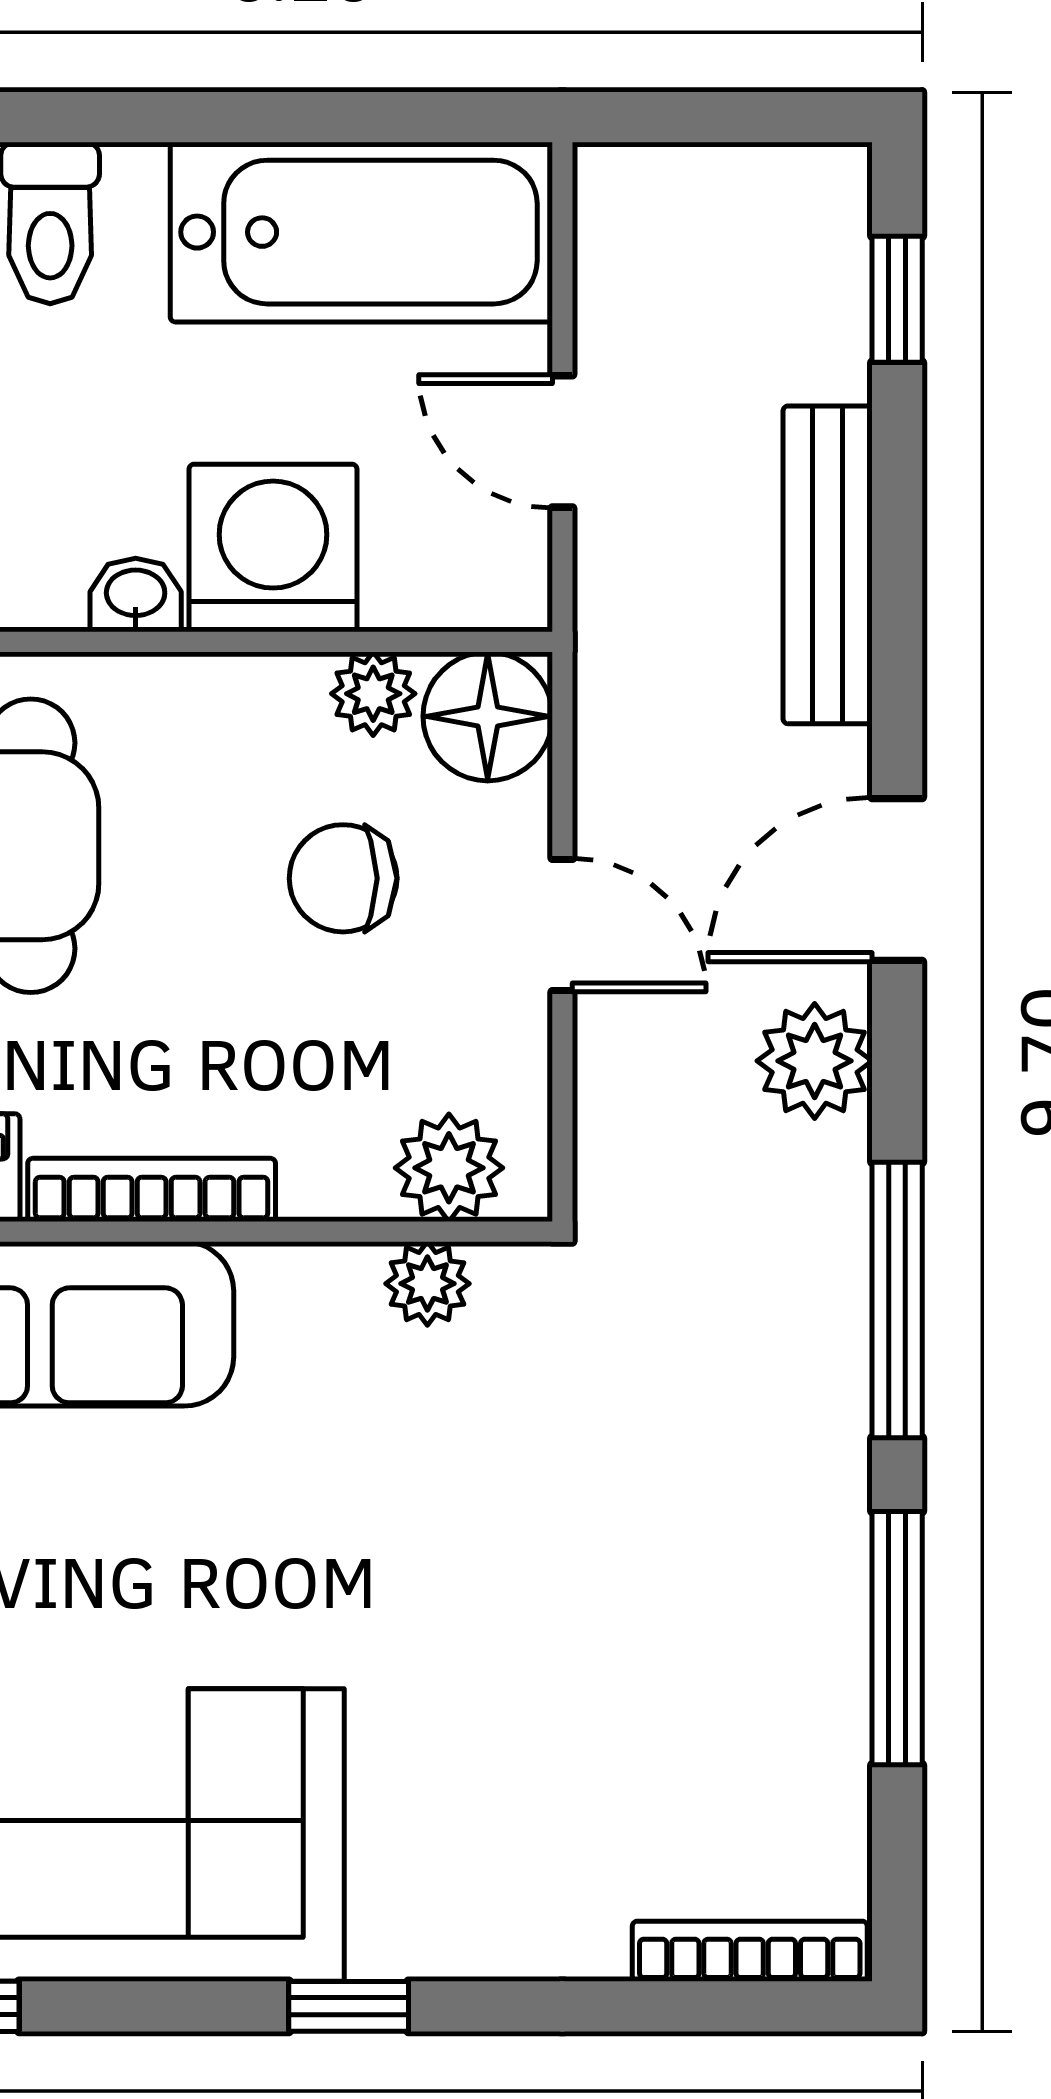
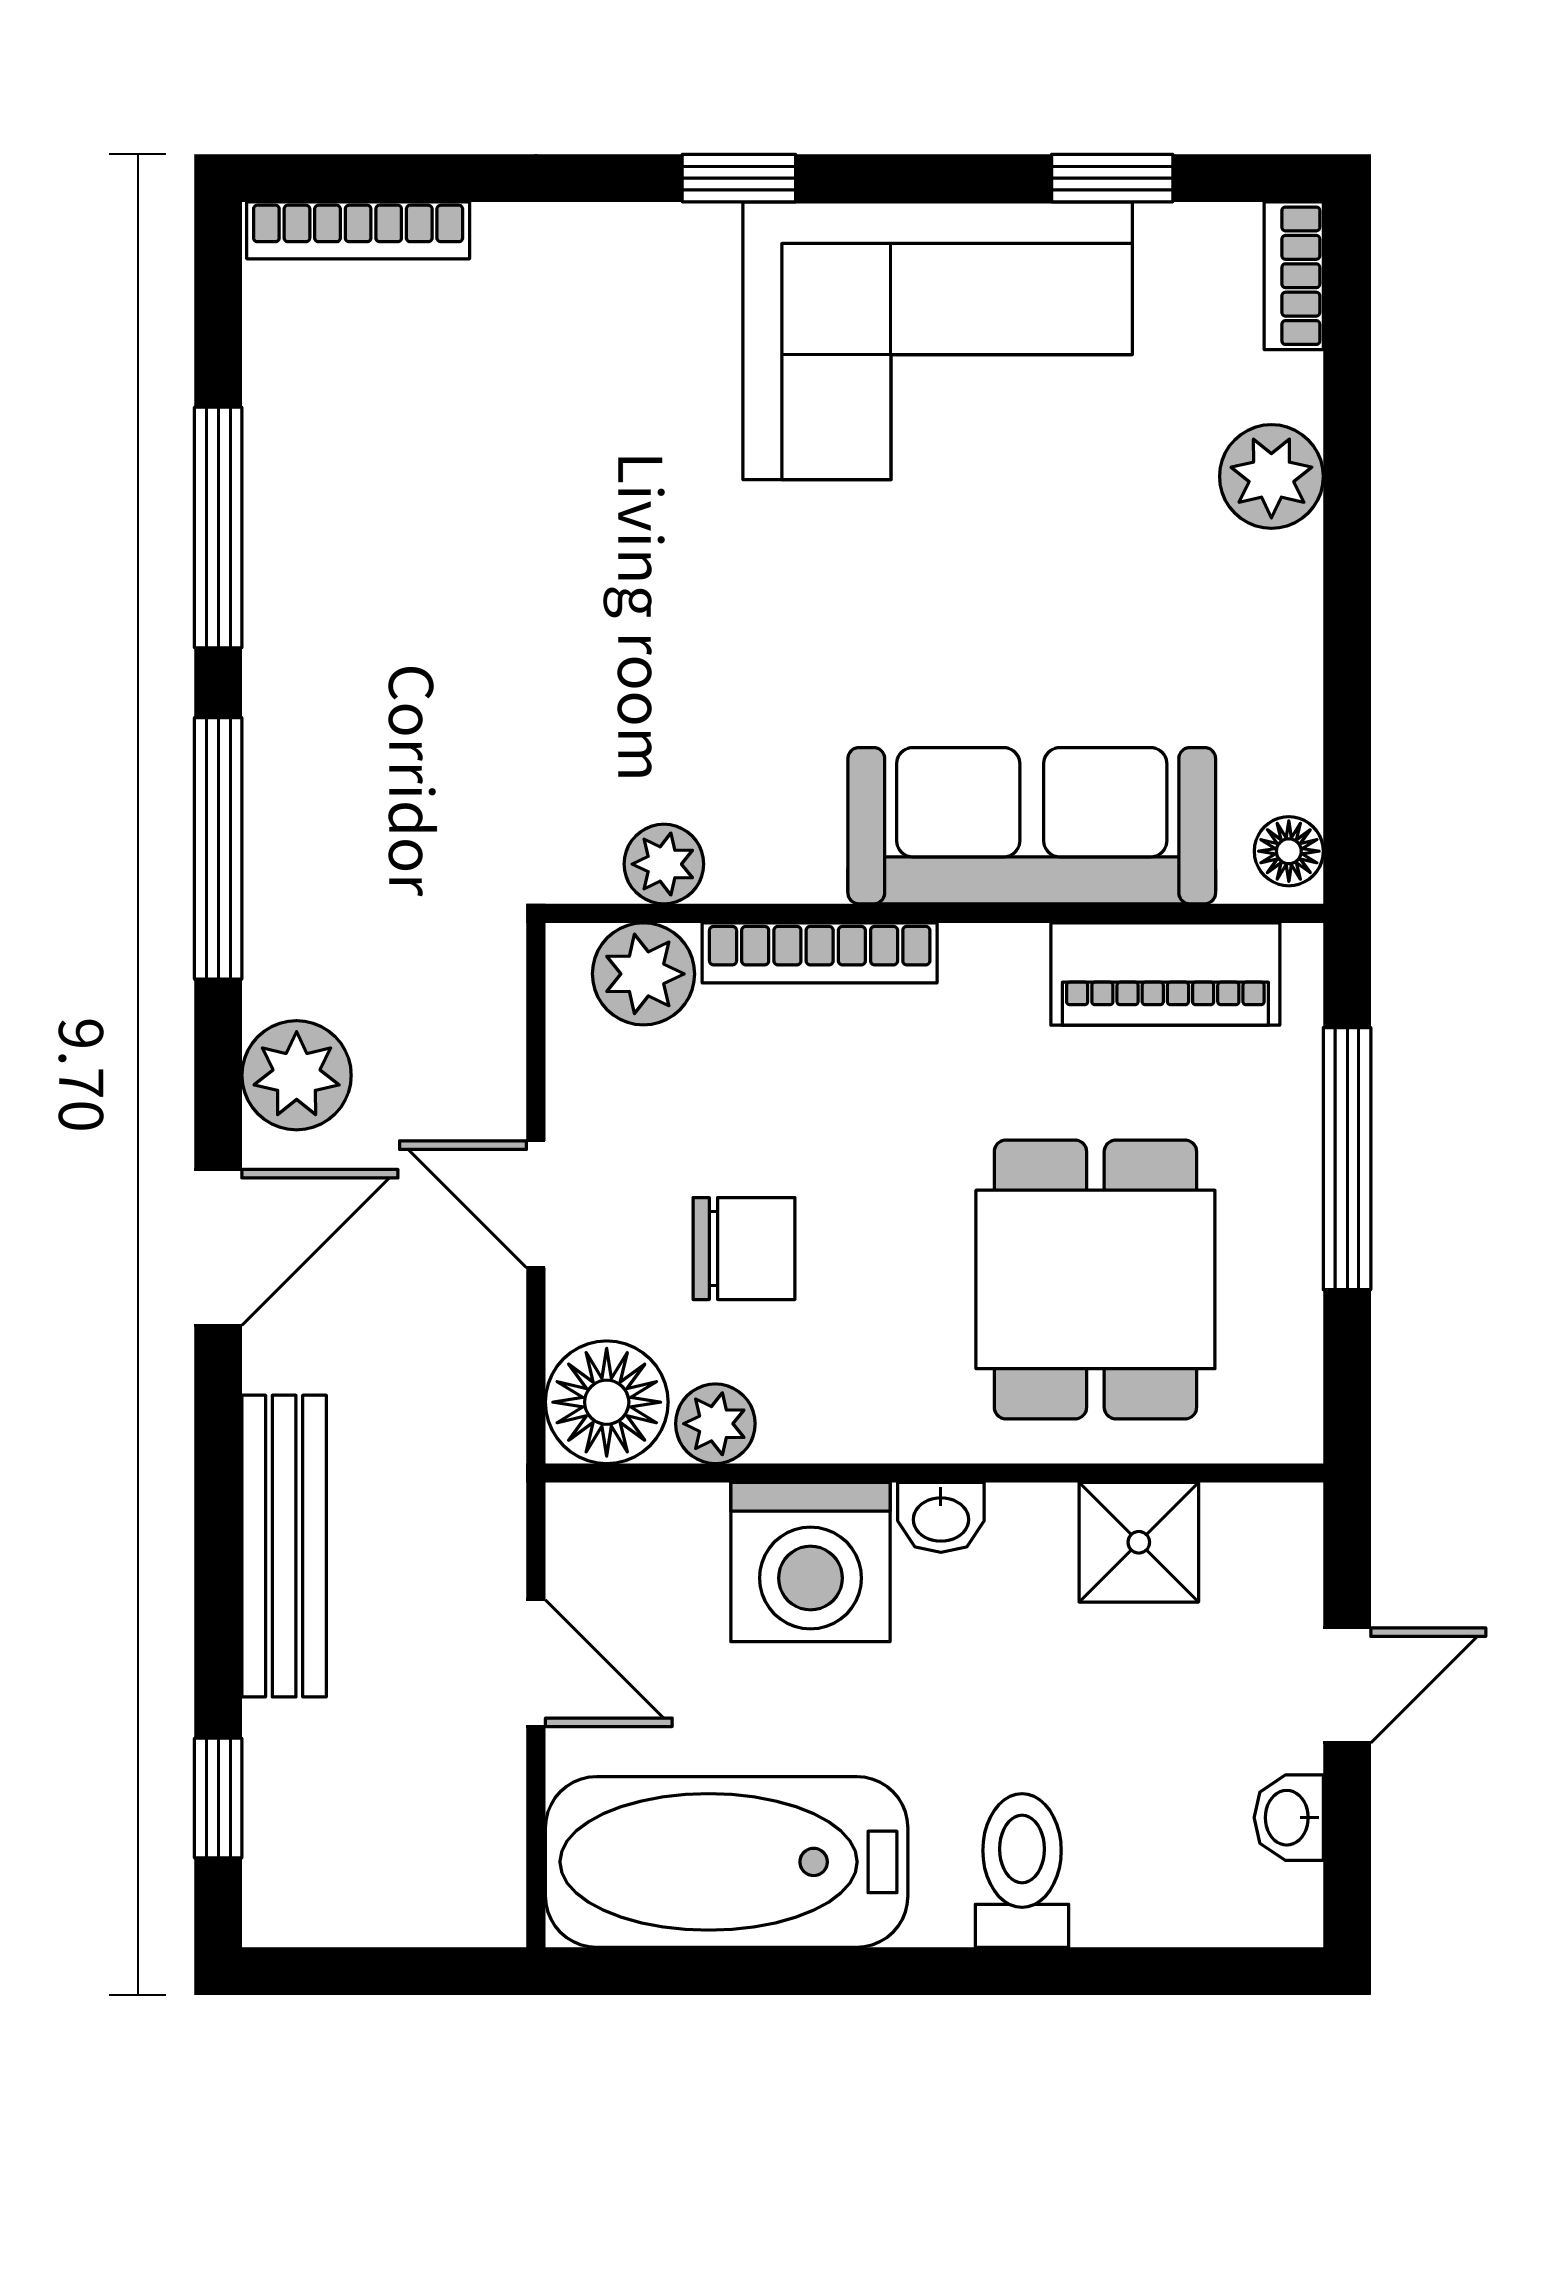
bookcase: (152, 1190) -> (820, 953), moved

